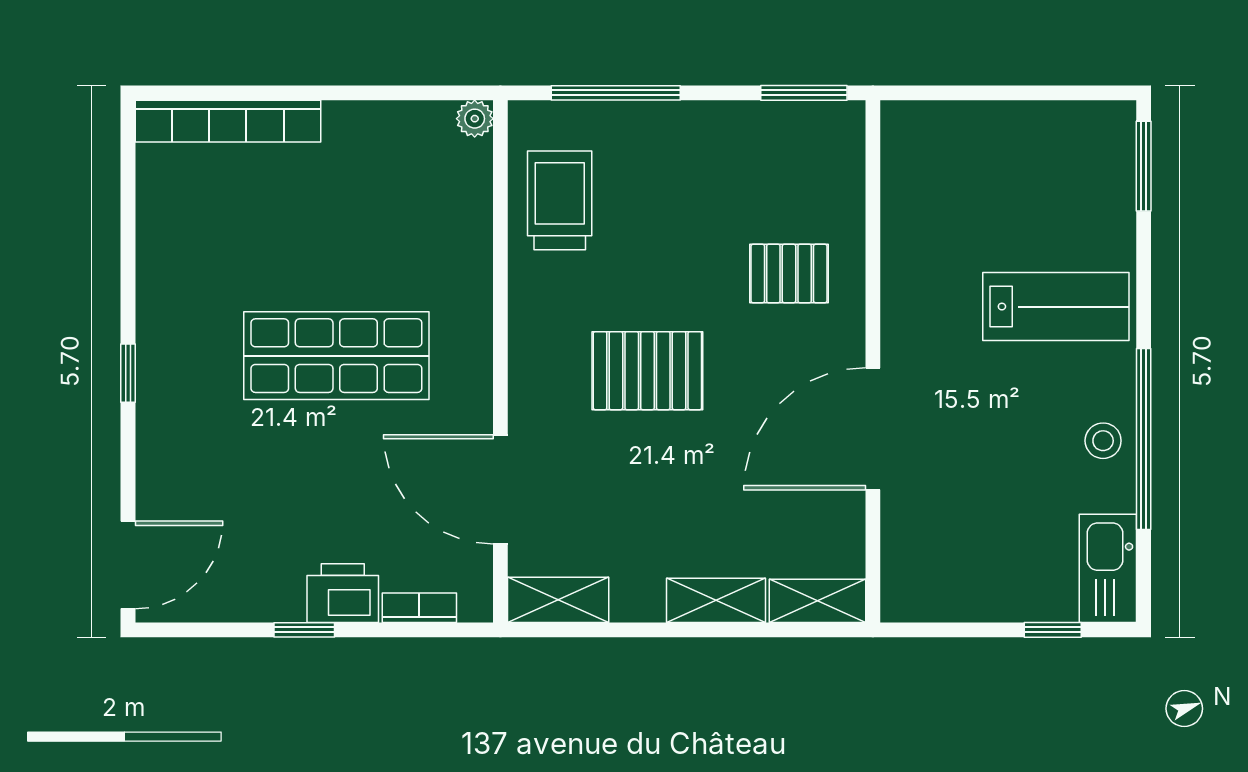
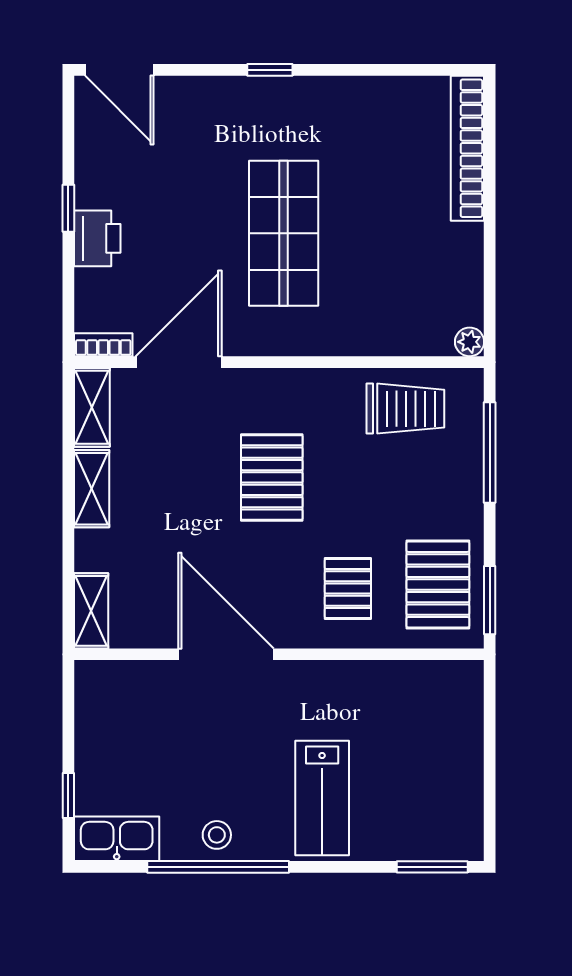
pallet: (784, 159) -> (438, 584), added
shelving: (716, 600) -> (92, 489), moved
bookcase: (419, 608) -> (103, 345), moved, turned -90

